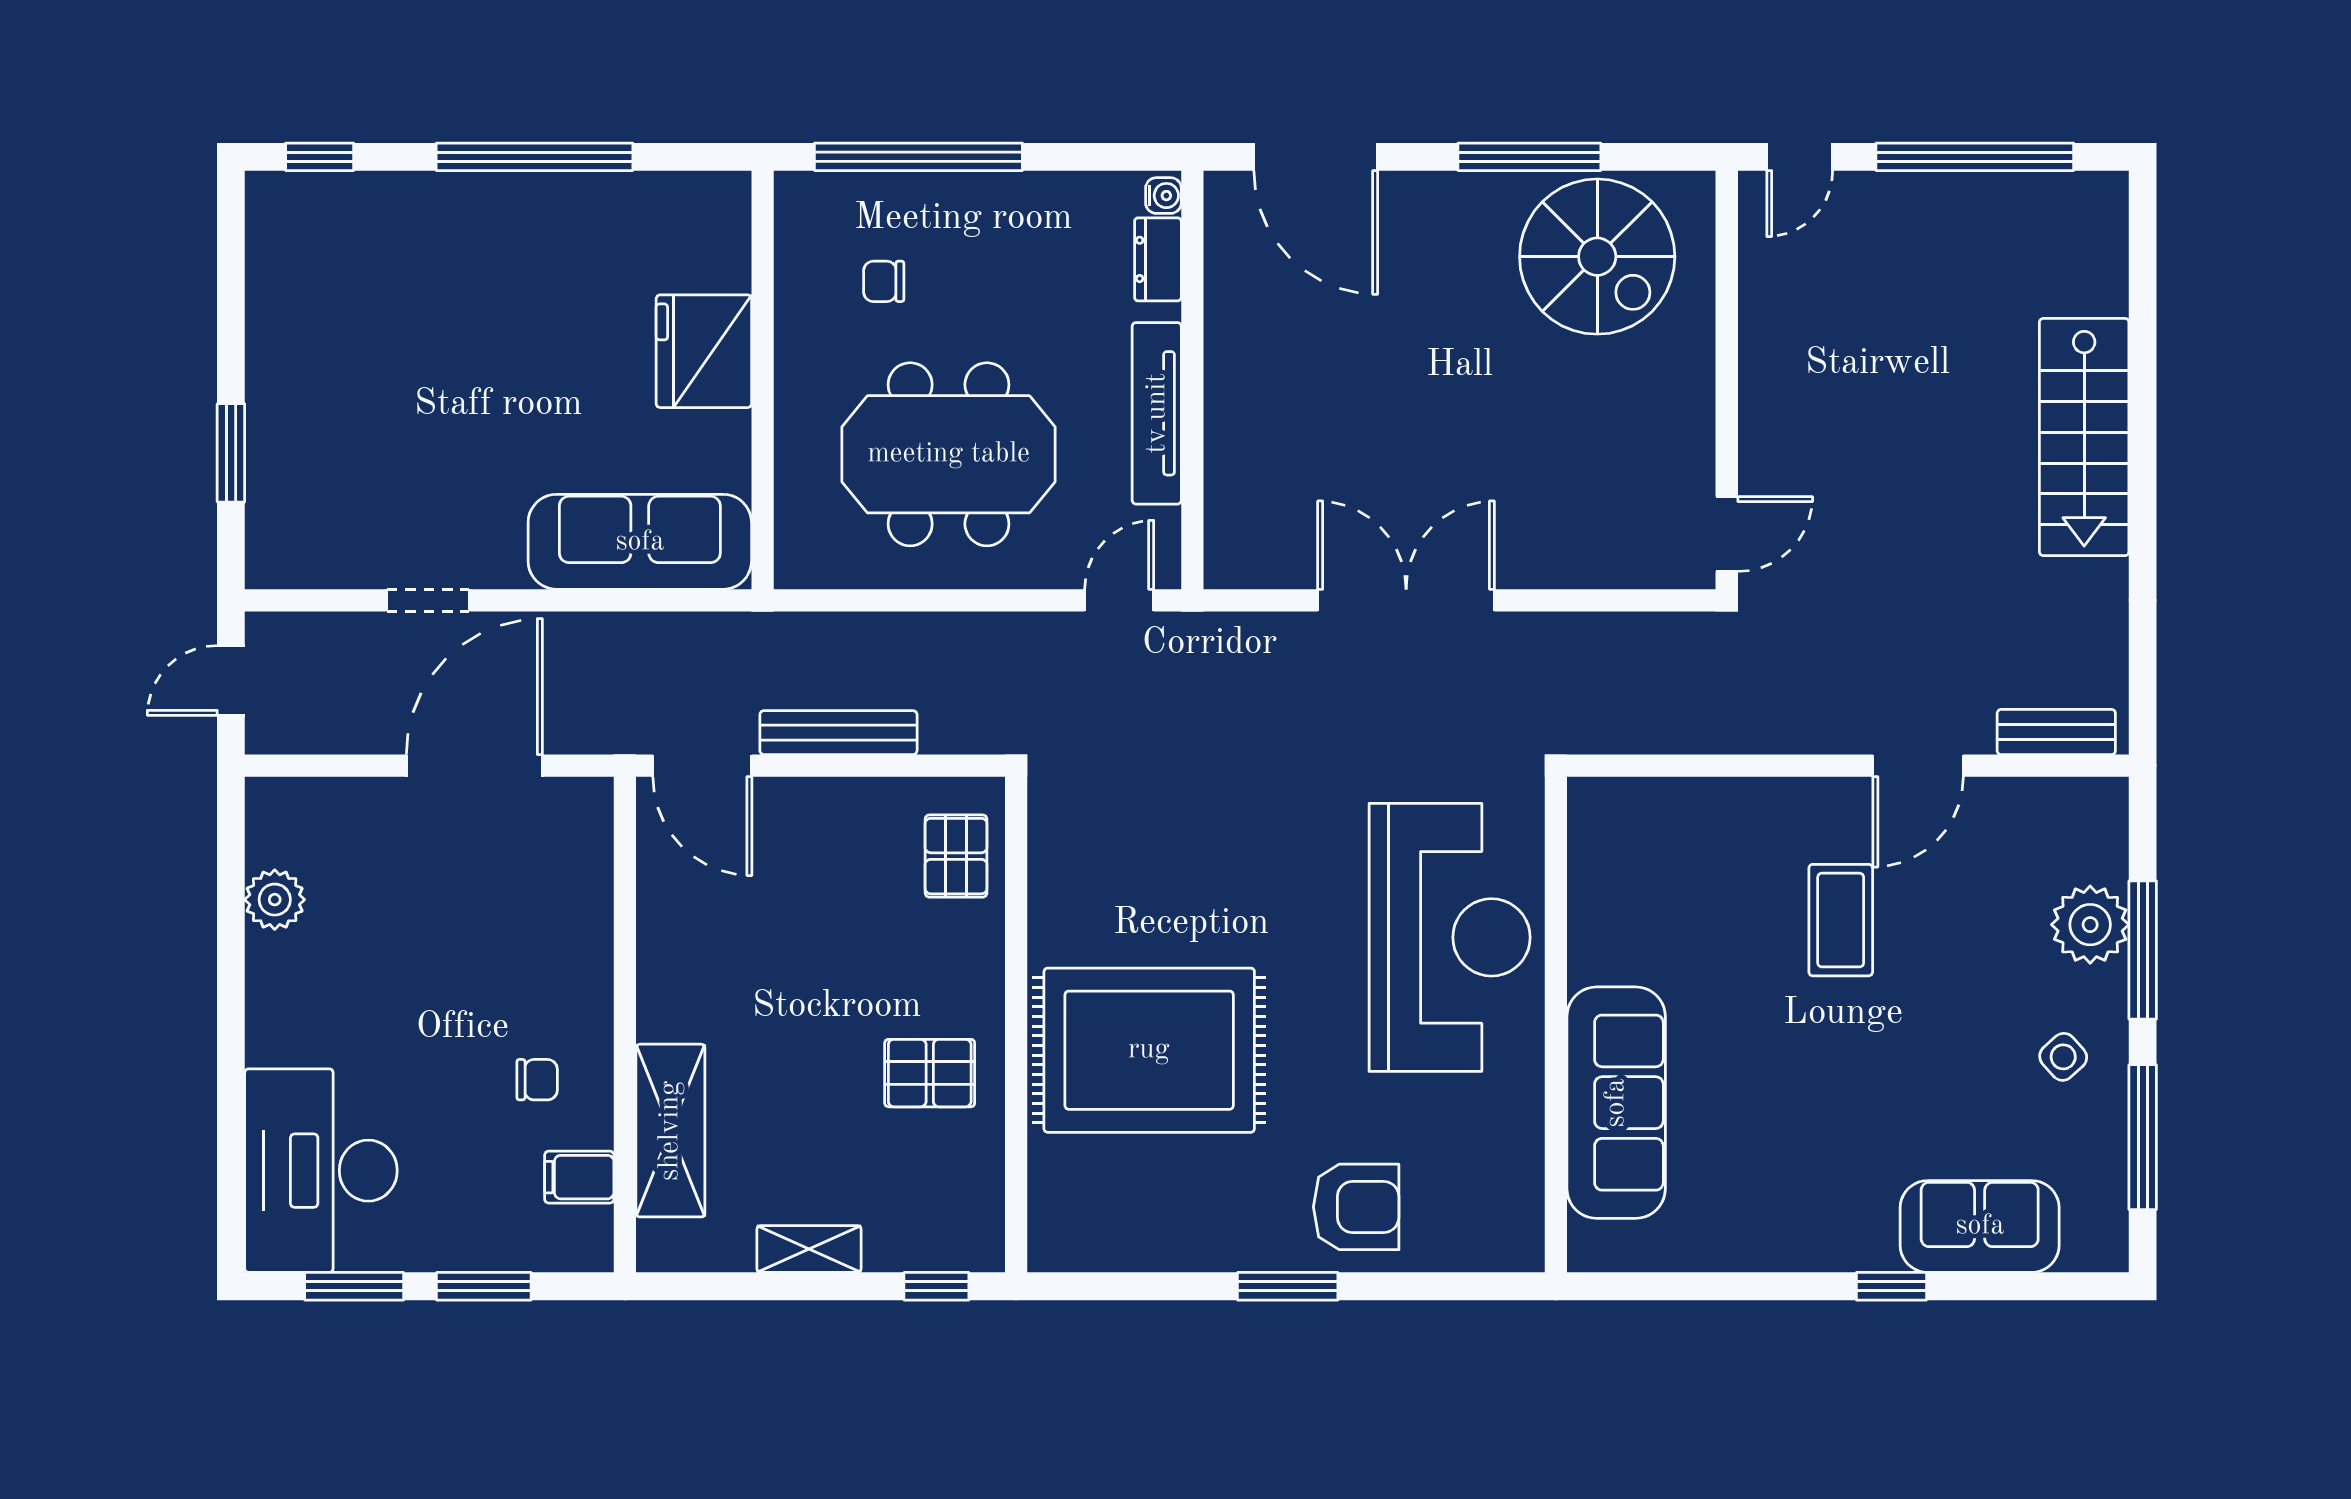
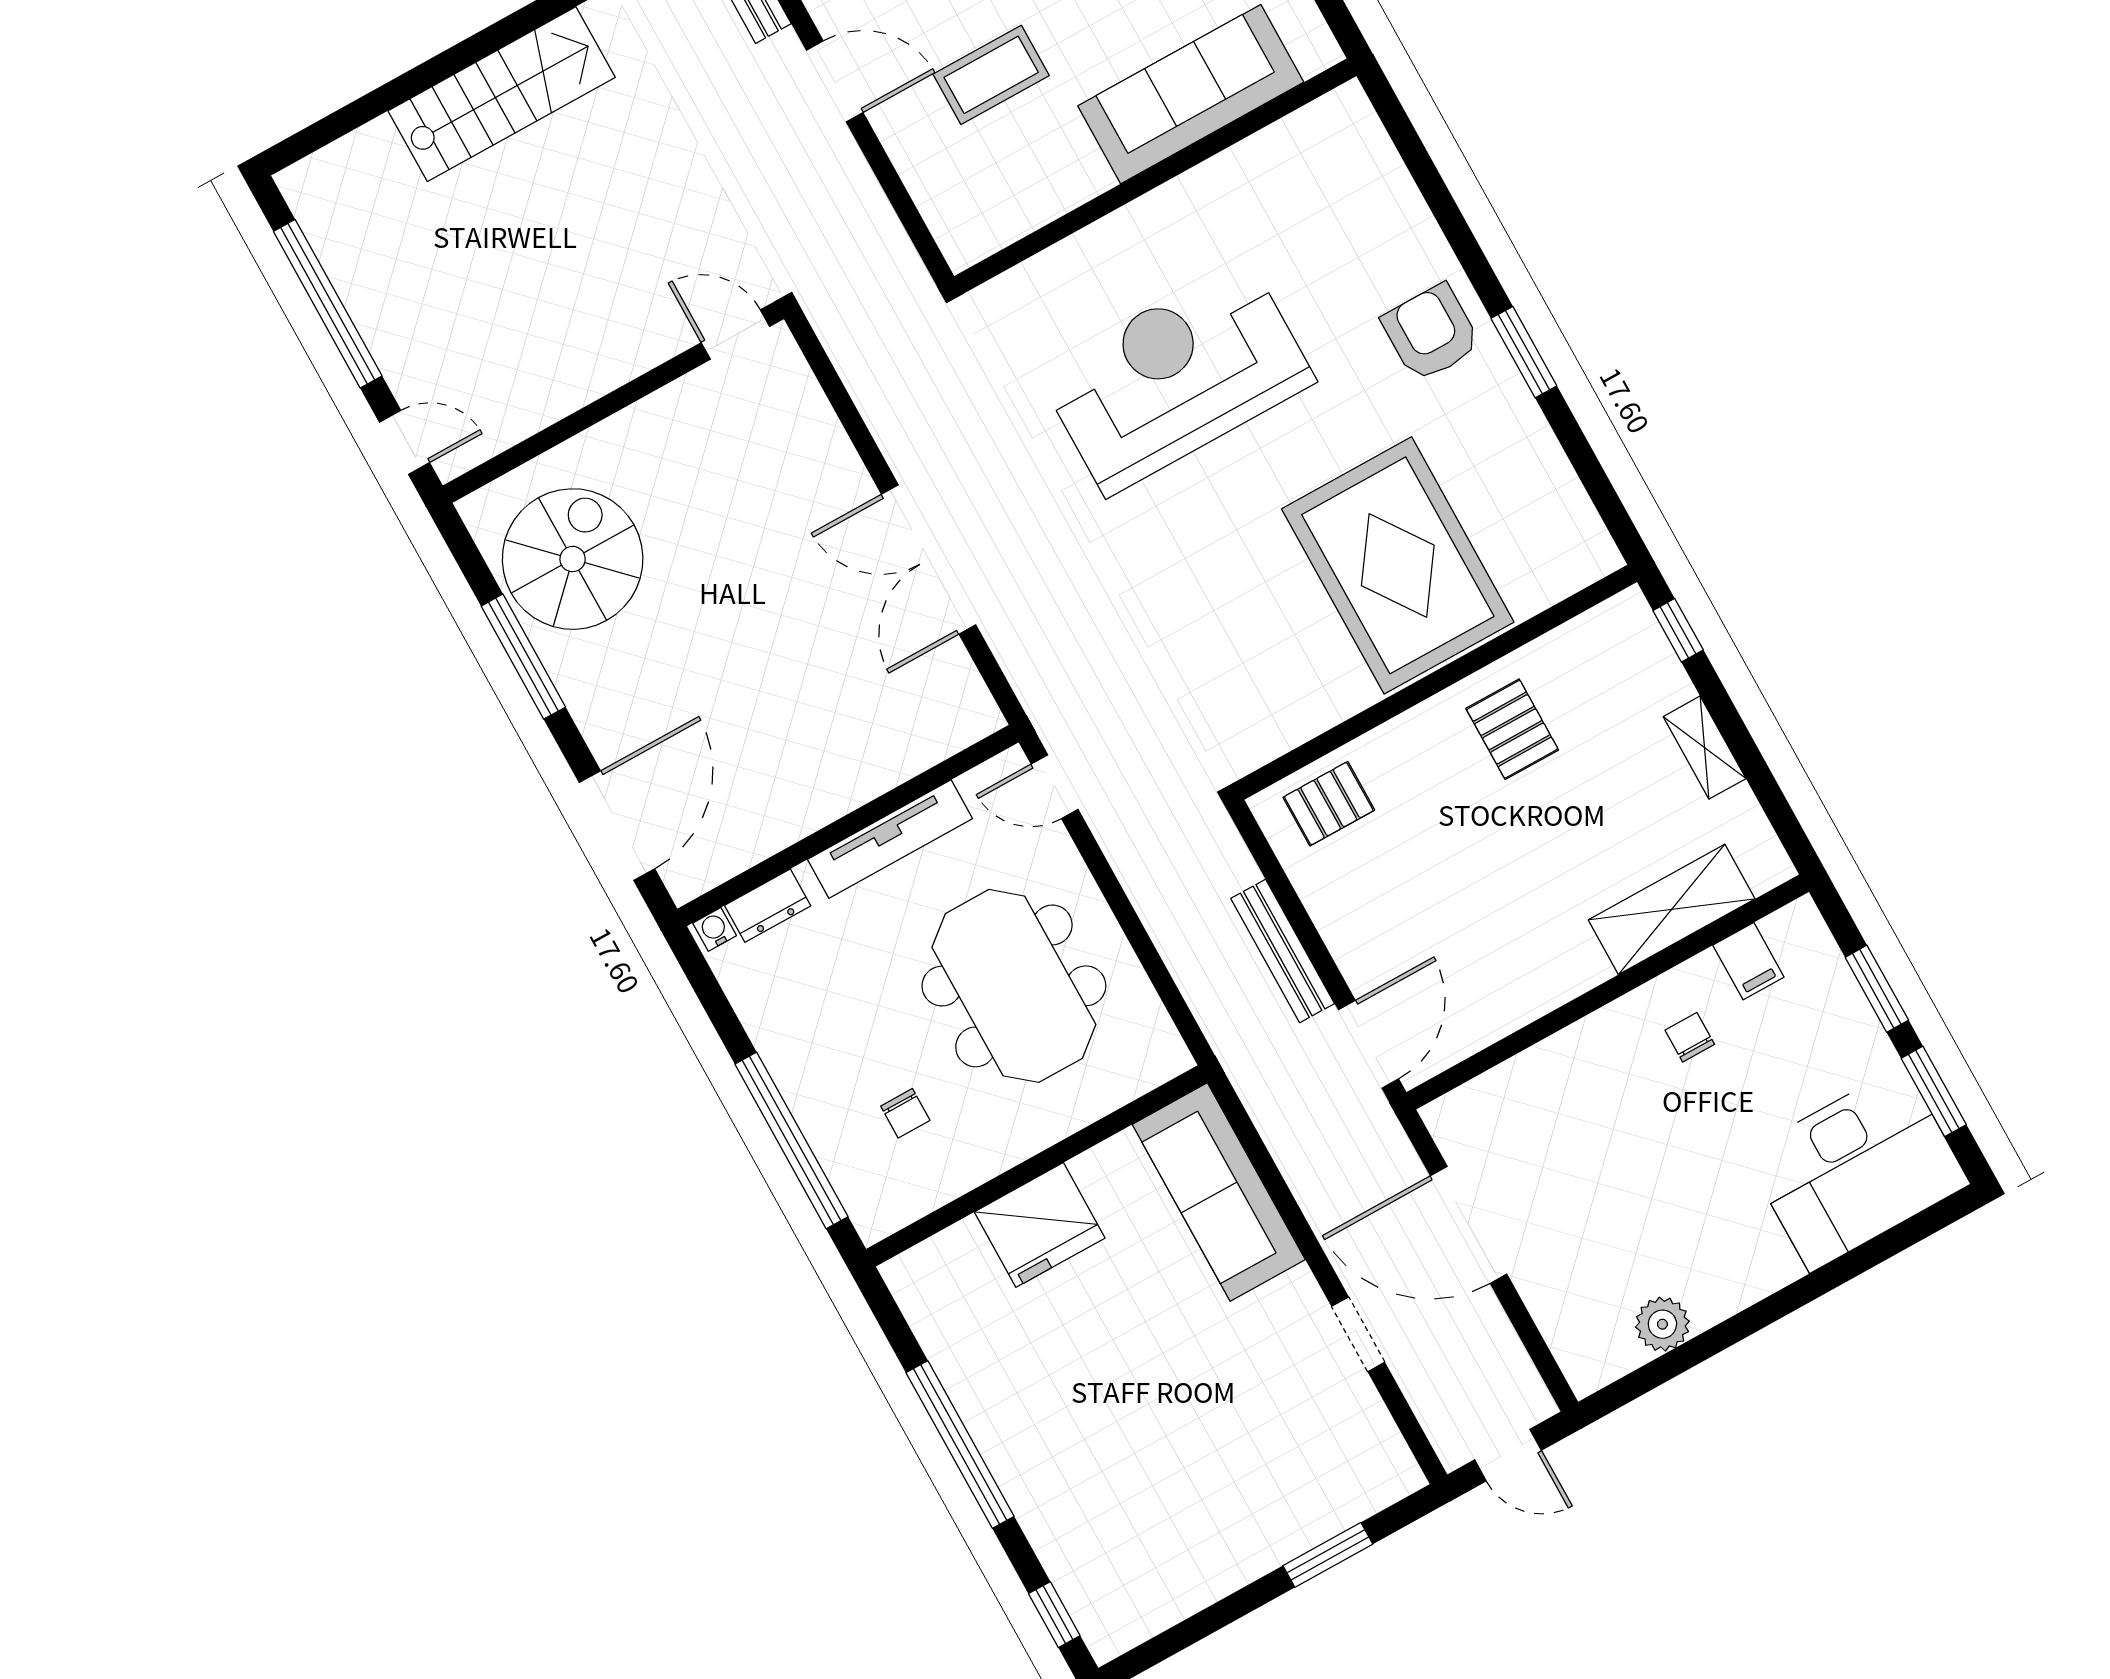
wall: (1556, 1025) -> (1155, 176), moved
sofa: (1616, 1103) -> (1191, 94), moved

